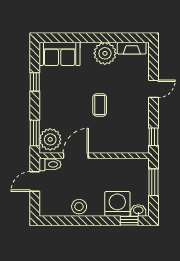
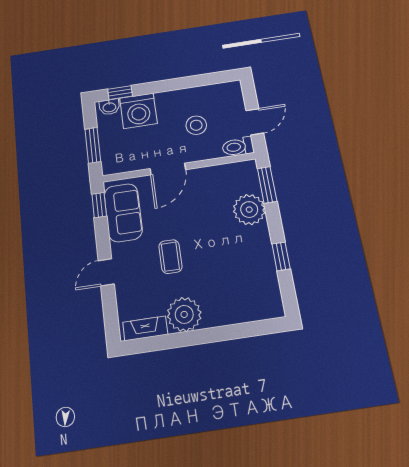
sofa: (60, 54) -> (123, 213), moved, turned 90
coffee table: (100, 105) -> (170, 257), moved
plant: (50, 139) -> (249, 210), moved
door: (76, 156) -> (168, 169), moved
stool: (79, 207) -> (196, 125), moved

